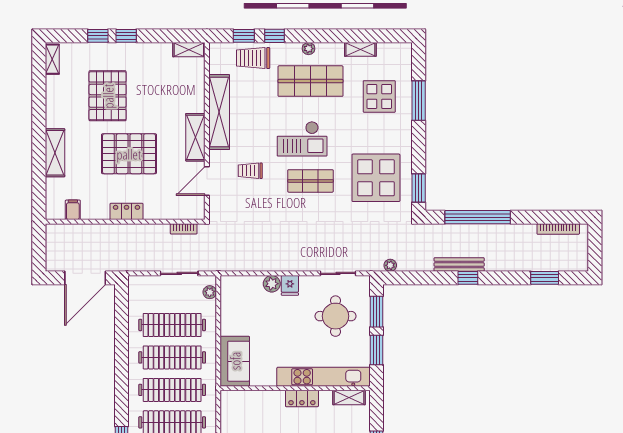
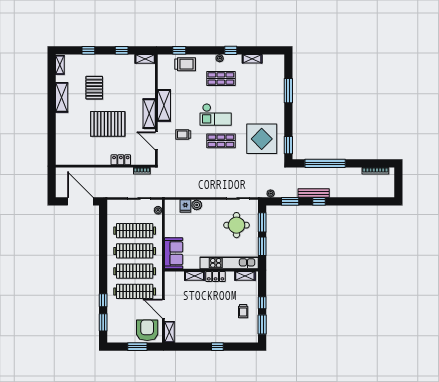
window: (126, 36) -> (122, 50), moved
window: (275, 36) -> (231, 50), moved
trolley: (253, 58) -> (185, 64), turned 180
shop shelf: (310, 81) -> (221, 79), width x0.70, depth x0.74
pallet: (108, 96) -> (94, 88), width x0.73, depth x0.71
display table: (379, 96) -> (264, 88), removed
shelving: (219, 112) -> (164, 105), width x0.68
shelving: (55, 153) -> (62, 97), moved
door: (207, 181) -> (156, 141), hinge flipped
filing cabinet: (73, 210) -> (73, 159), removed
locker: (126, 211) -> (121, 160), moved
door: (85, 278) -> (80, 201), swing flipped
window: (545, 278) -> (290, 201), moved
fridge: (290, 285) -> (185, 206), moved
shelving: (268, 397) -> (195, 276), added

